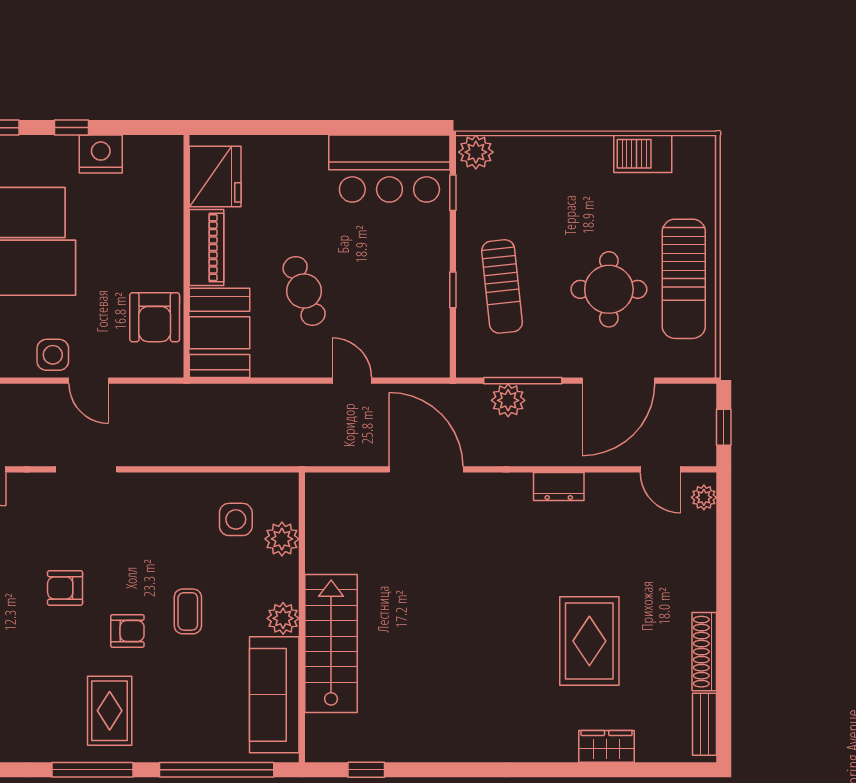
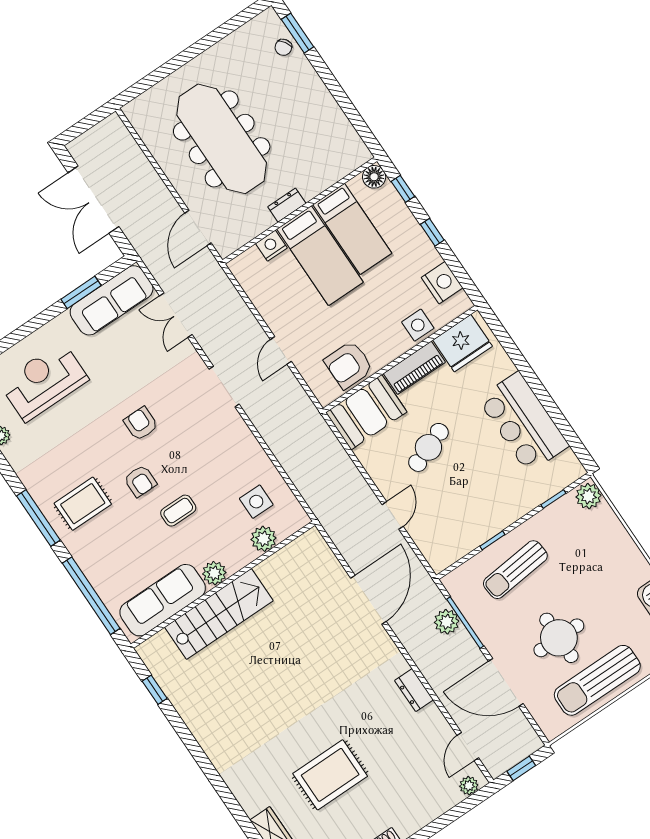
nightstand: (101, 154) -> (442, 283), moved
bar counter: (389, 169) -> (523, 422), moved
side table: (53, 355) -> (418, 325), moved

